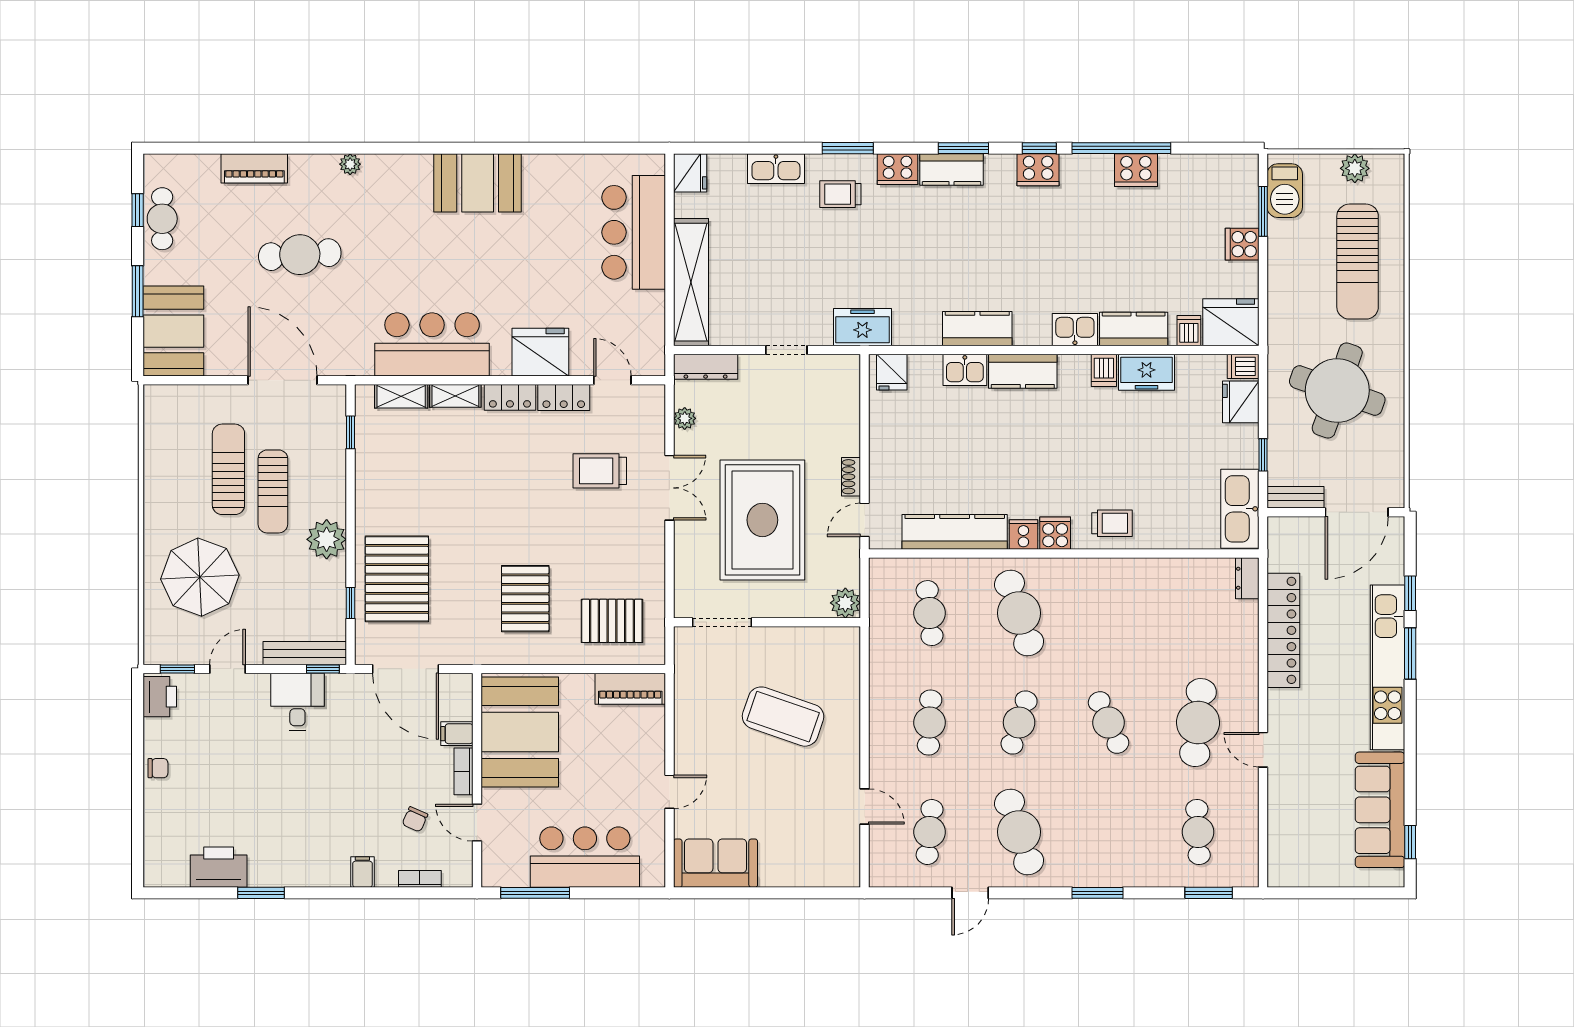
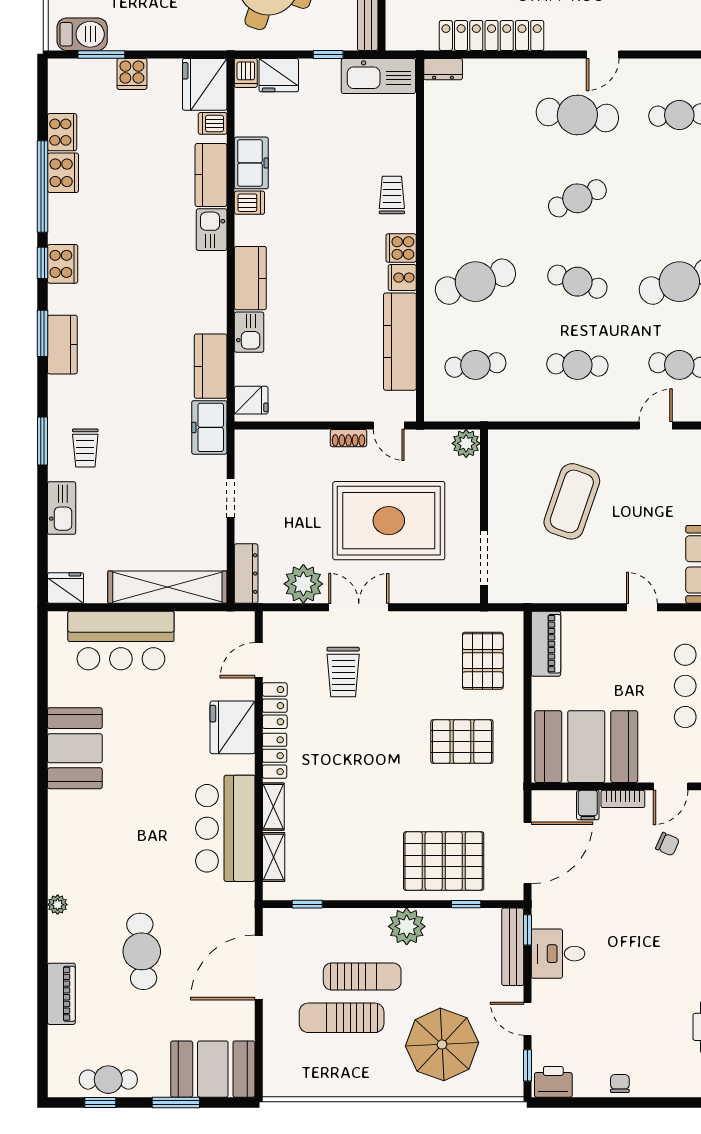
cooker: (898, 169) -> (62, 132), moved
booth: (478, 183) -> (75, 748), moved
kitchen counter: (977, 329) -> (211, 366), moved
plant: (685, 418) -> (303, 584), width x1.87, depth x1.87

